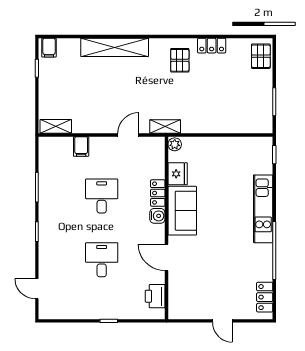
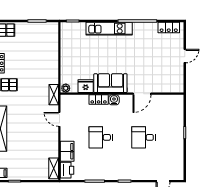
filing cabinet: (81, 146) -> (67, 151), width x2.00
printer: (155, 296) -> (67, 170), moved, turned -90

